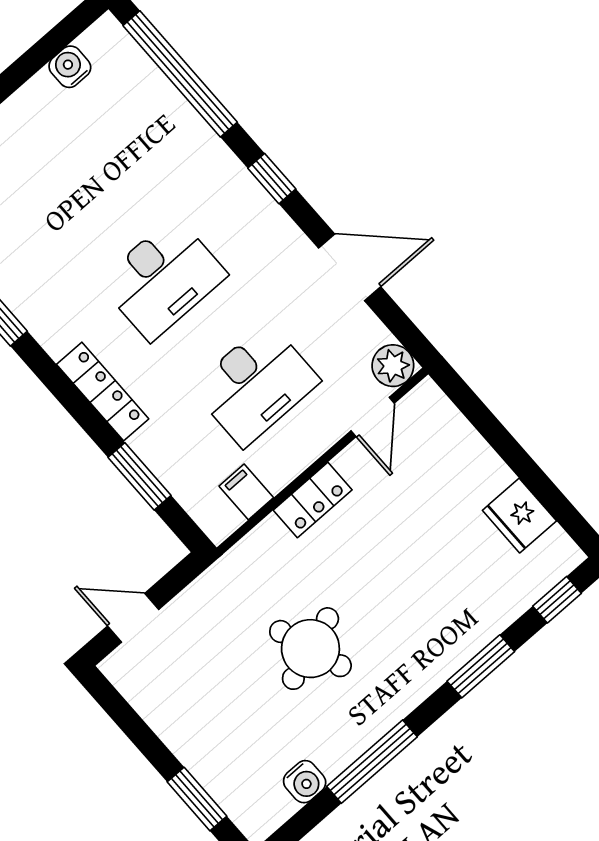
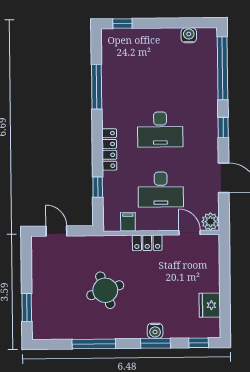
door: (373, 417) -> (190, 233), swing flipped
window: (140, 476) -> (98, 187), width x0.67
water cooler: (305, 782) -> (155, 331), moved

